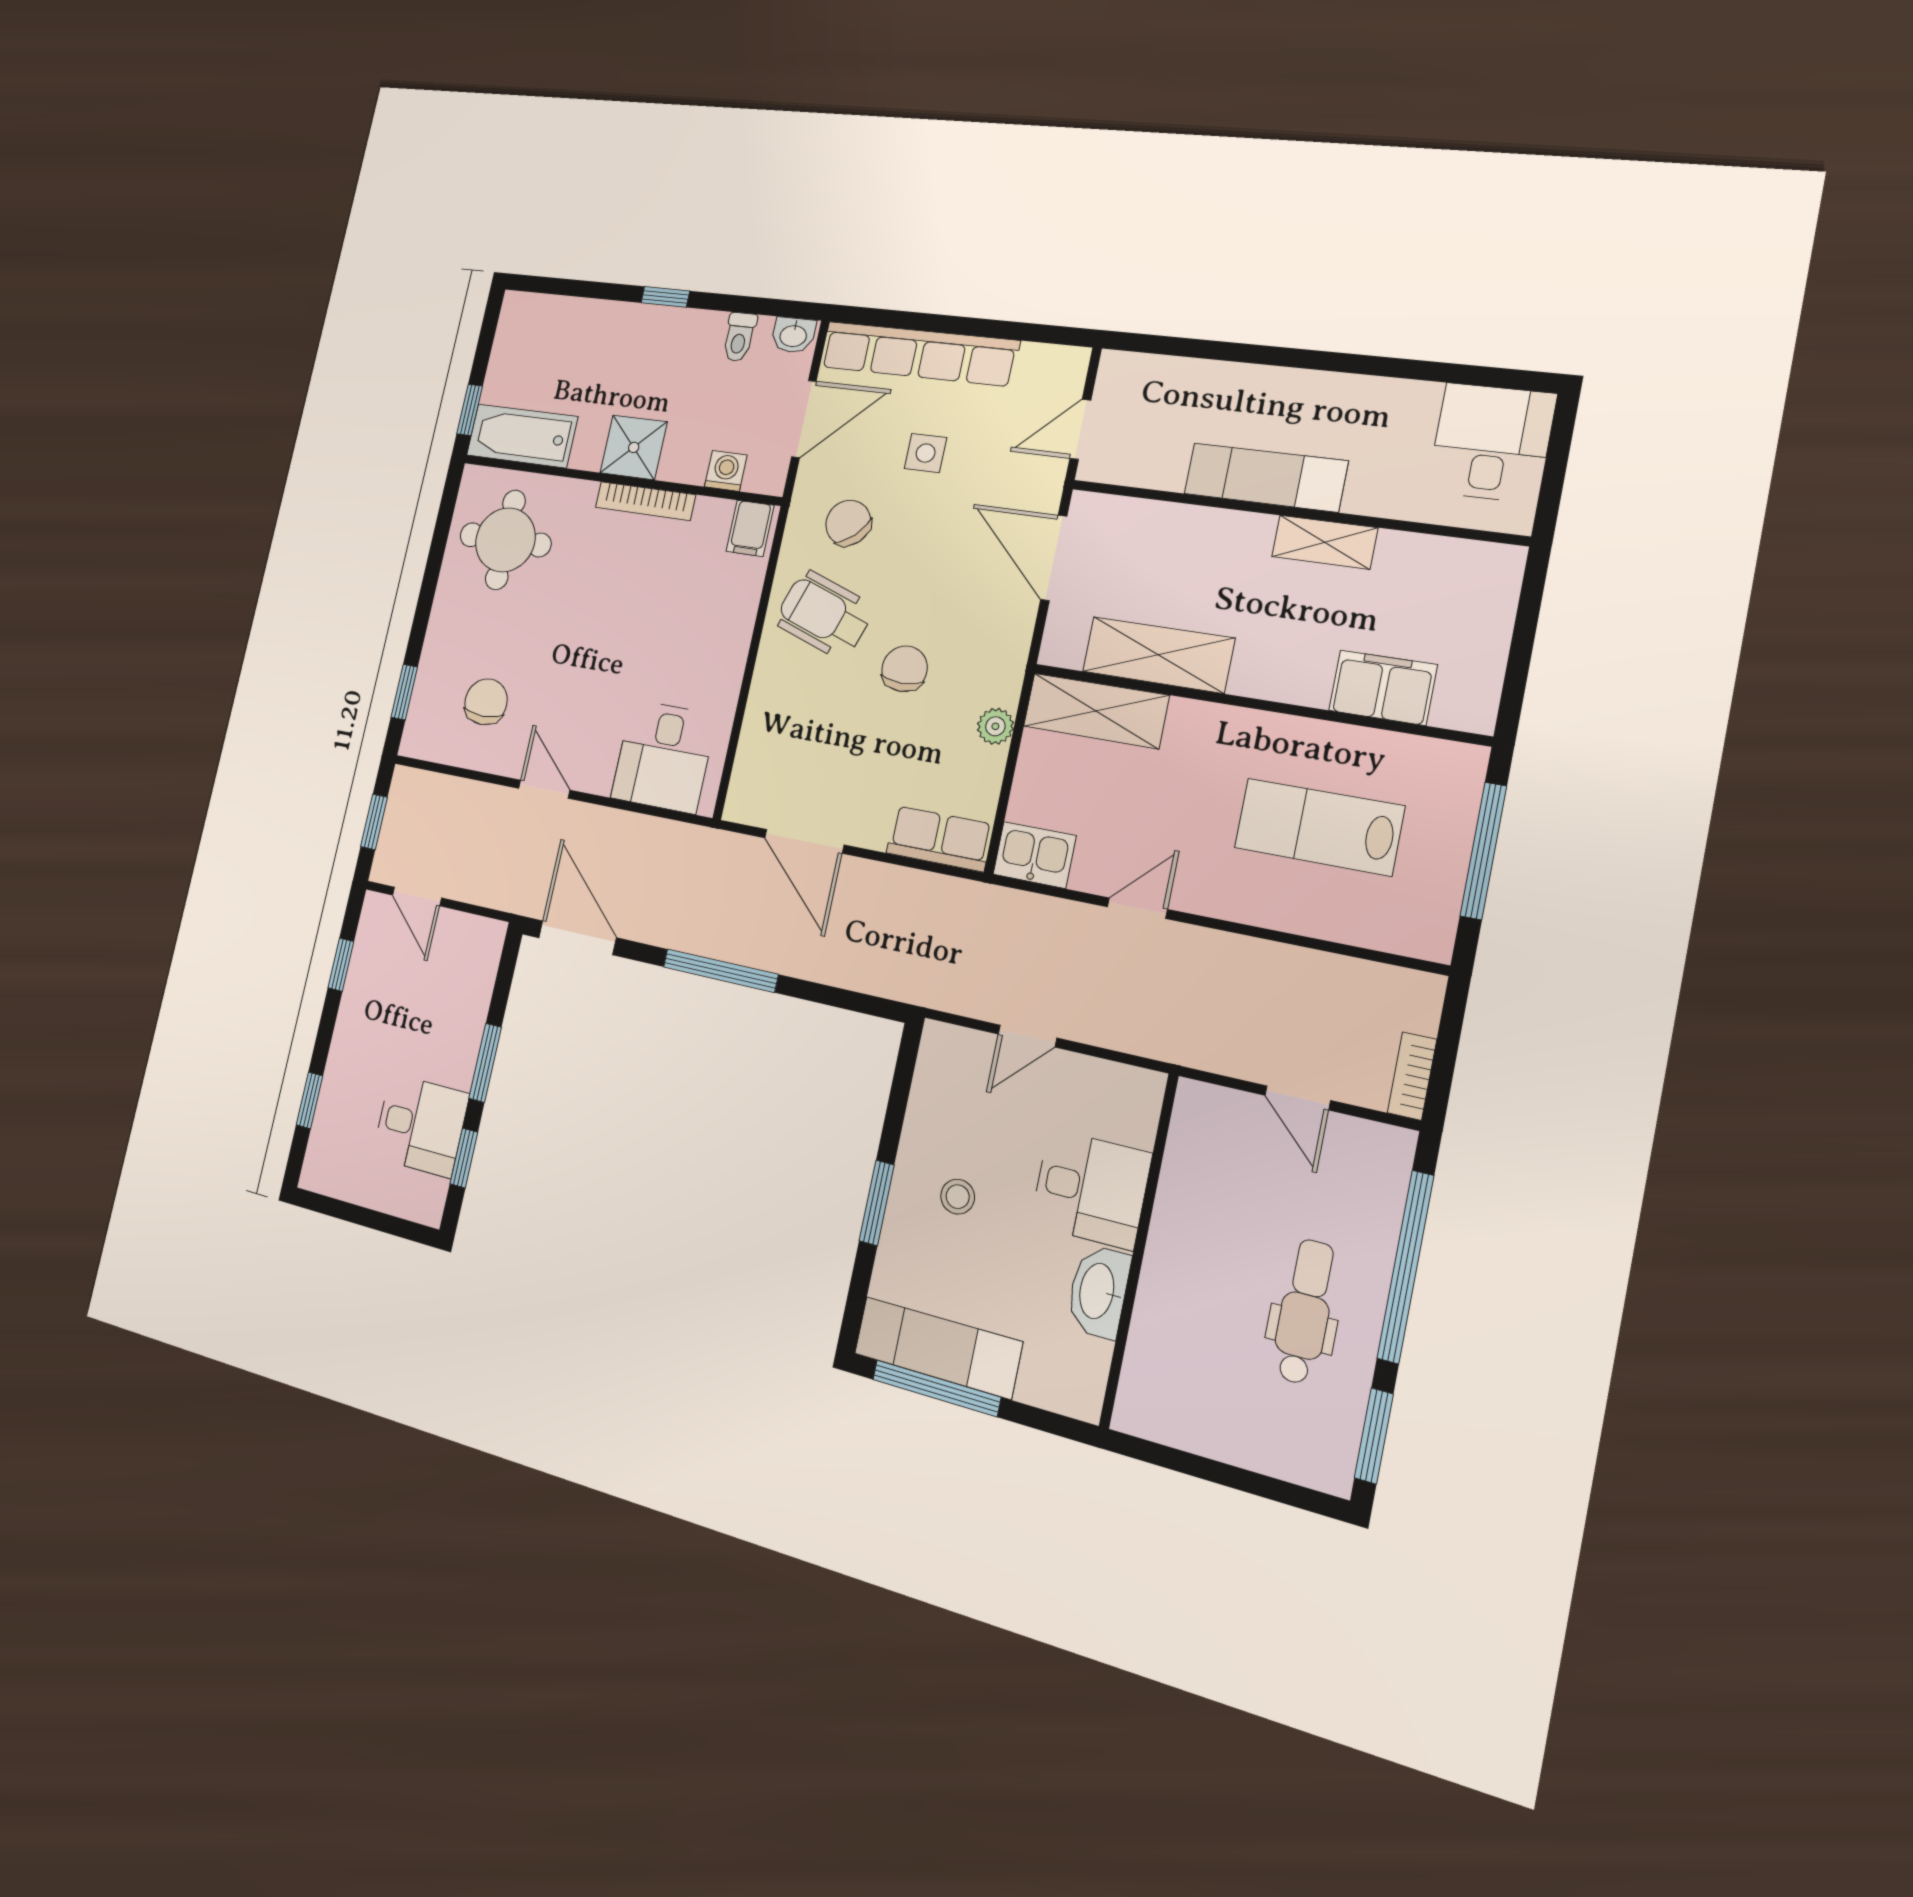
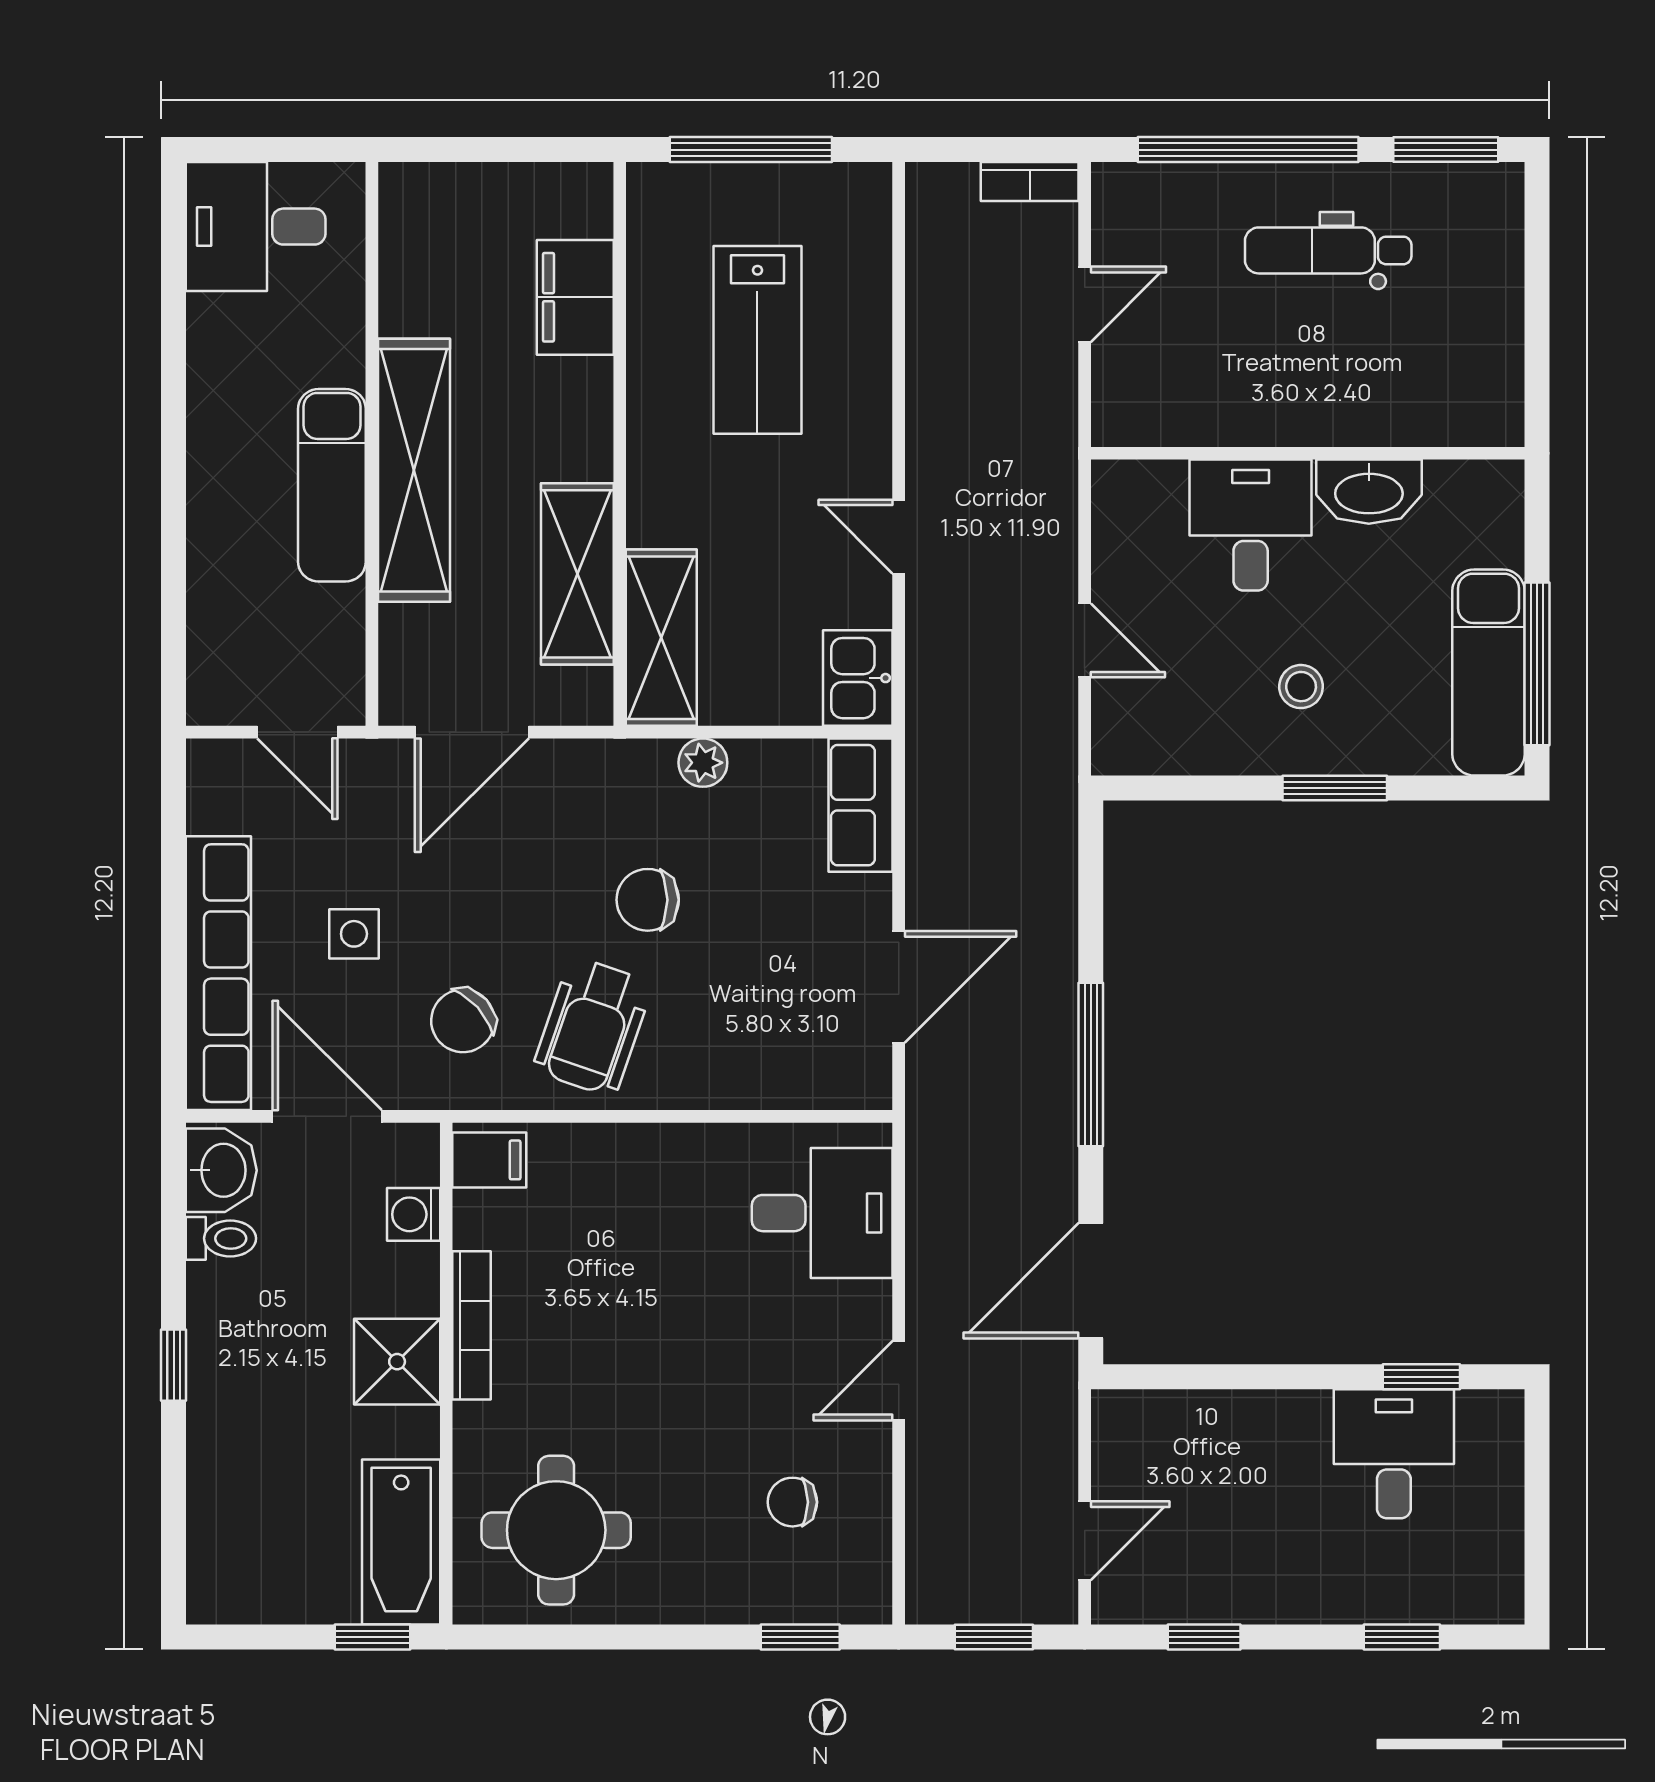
washbasin: (793, 335) -> (221, 1170), width x1.38, depth x1.45
shelving: (1325, 542) -> (414, 470), width x2.20, depth x1.33
chair: (486, 702) -> (792, 1502), width x0.73, depth x0.73
window: (485, 1063) -> (1288, 1377), removed

